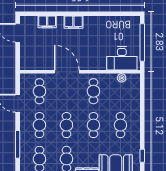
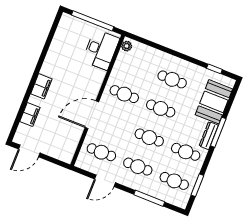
plant: (122, 78) -> (127, 46), moved

